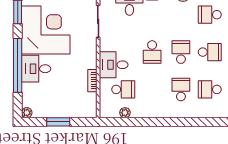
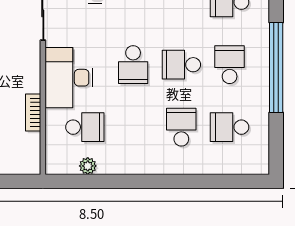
school desk: (181, 52) -> (181, 65), turned -90
school desk: (210, 52) -> (230, 65), turned -90
desk: (114, 65) -> (69, 78), width x1.37

